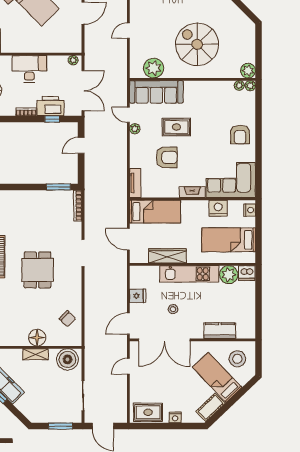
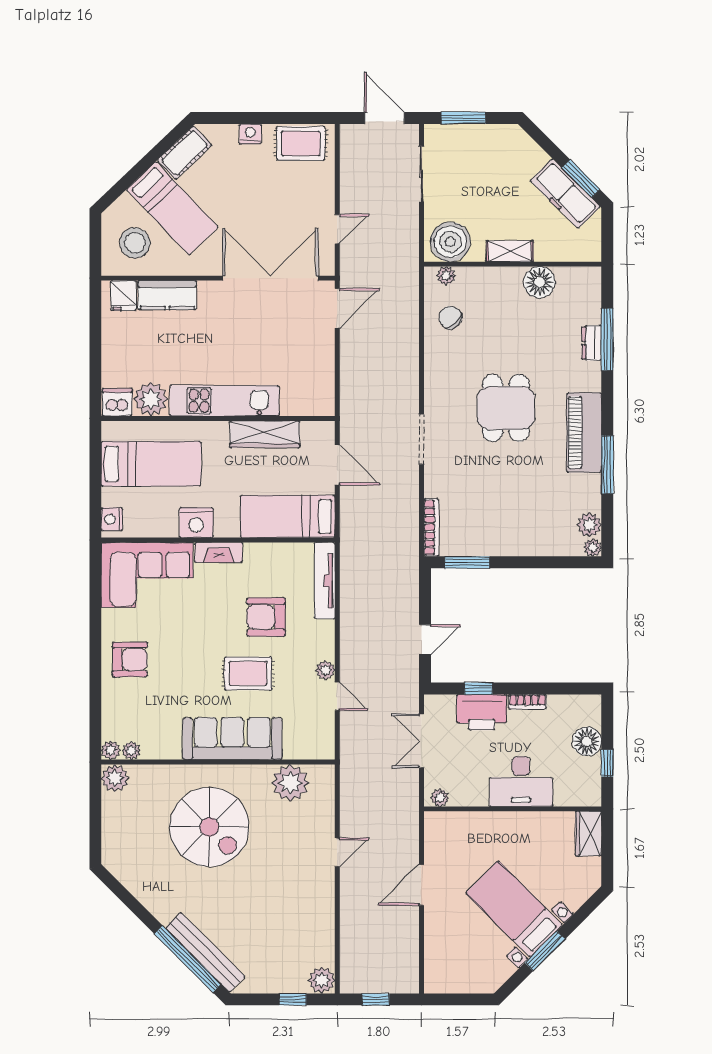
double door: (83, 91) -> (421, 741), width x0.73
sofa: (156, 92) -> (232, 739), moved
armchair: (240, 135) -> (130, 659), turned 90
tv unit: (135, 183) -> (325, 581), width x1.41
nightstand: (218, 208) -> (196, 523), moved
fridge: (138, 296) -> (124, 296), moved, turned -90
stool: (173, 309) -> (254, 335), removed
floor lamp: (37, 338) -> (539, 282), moved
plant: (70, 341) -> (446, 276), added

